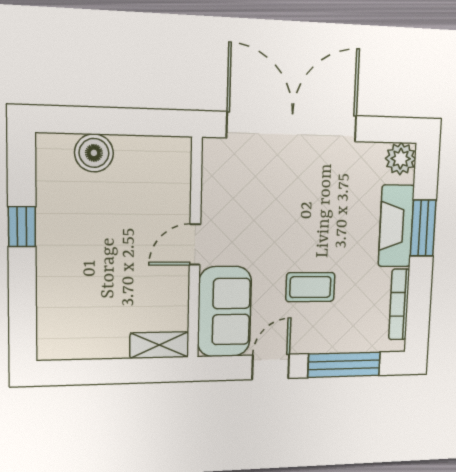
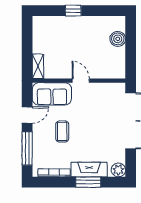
window: (22, 227) -> (73, 11), moved
door: (271, 367) -> (27, 115), hinge flipped

